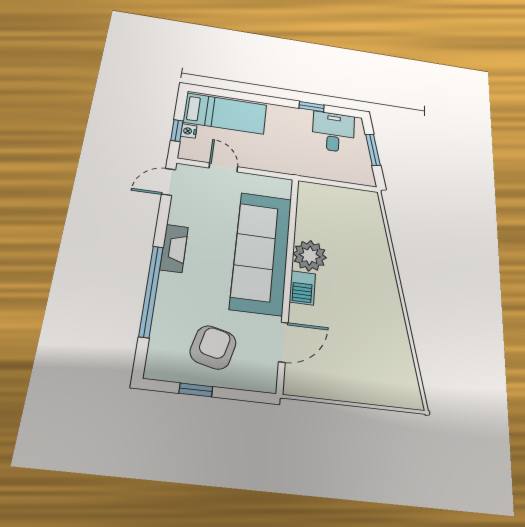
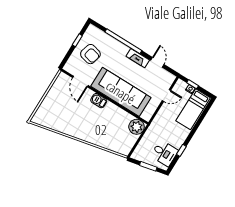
door: (169, 182) -> (157, 62), moved
plant: (310, 256) -> (137, 127), moved

